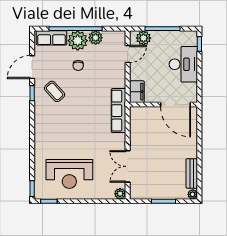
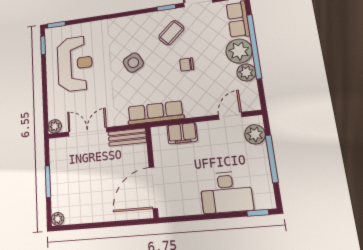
door: (128, 54) -> (230, 116), swing flipped
chair: (78, 65) -> (187, 65), moved
wall: (164, 105) -> (152, 172), moved
door: (176, 105) -> (153, 188), moved
side table: (75, 125) -> (133, 63), added
bench: (192, 173) -> (127, 137), moved
reception desk: (69, 174) -> (75, 64), turned 180

